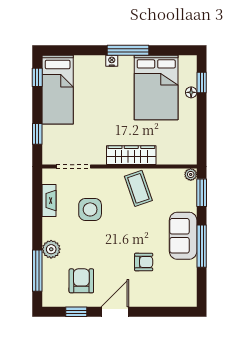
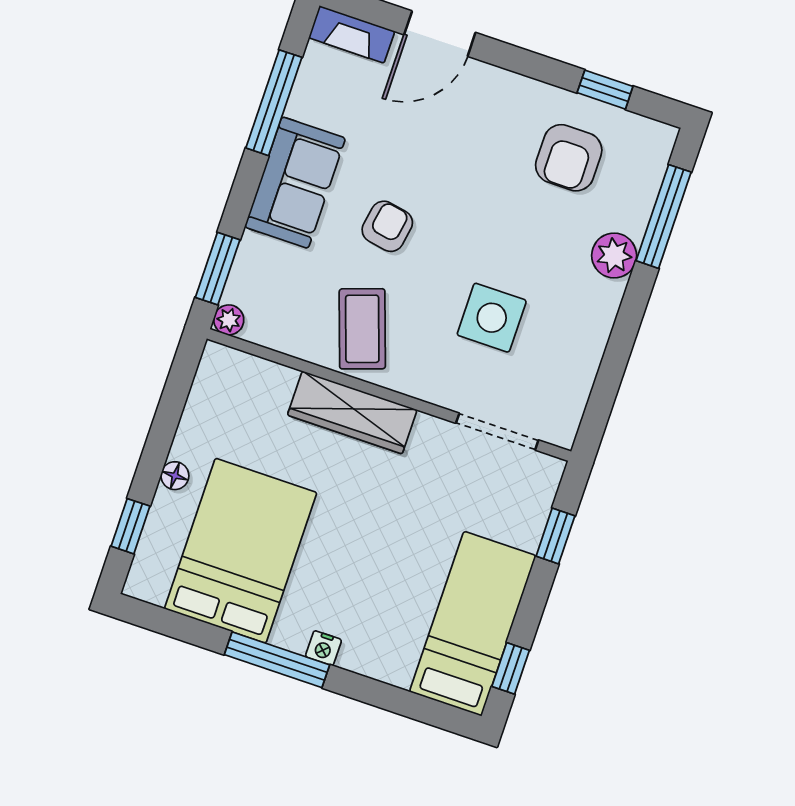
floor lamp: (191, 92) -> (175, 476), moved
fireplace: (49, 201) -> (352, 34), moved, turned -90
window: (202, 246) -> (274, 103), moved
armchair: (144, 262) -> (387, 226), moved, turned 100
door: (115, 312) -> (440, 34), moved

